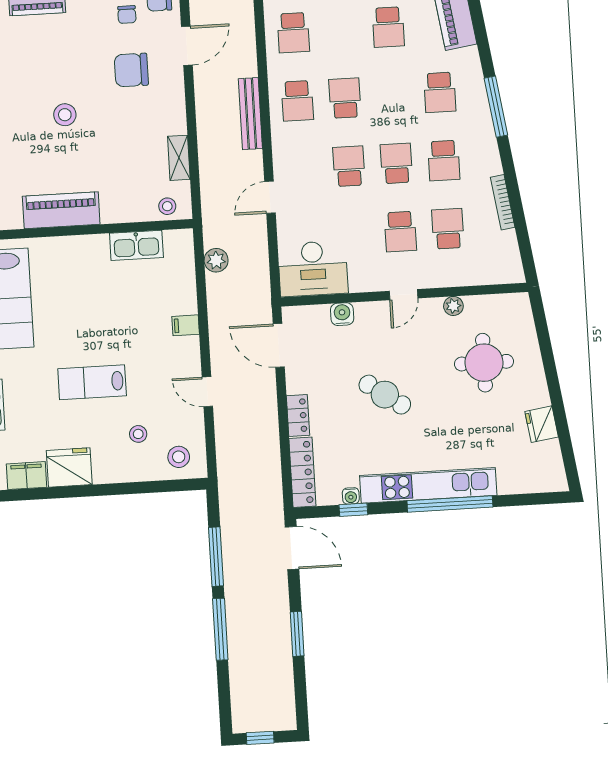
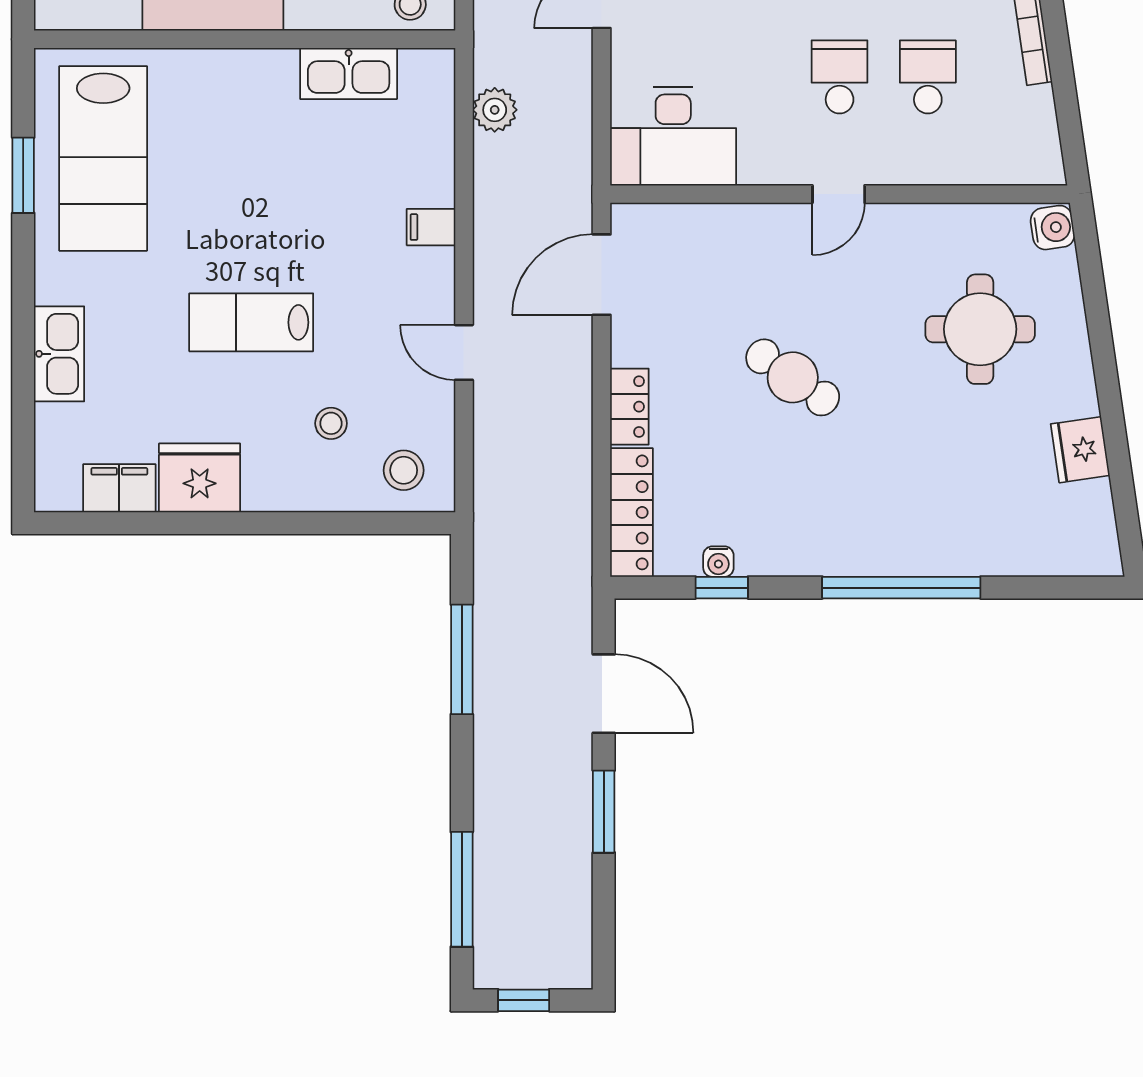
school desk: (400, 232) -> (840, 77), turned 180
plant: (453, 306) -> (930, 221), removed
water cooler: (342, 314) -> (1053, 228), moved, turned 82
door: (279, 345) -> (602, 275), hinge flipped
kitchen unit: (428, 485) -> (863, 551), removed
door: (292, 548) -> (604, 694), moved
window: (220, 629) -> (462, 889), moved

